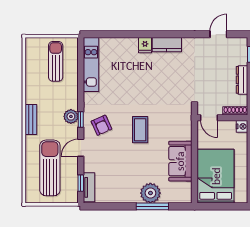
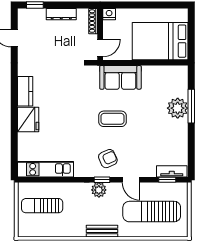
fridge: (145, 45) -> (28, 120), width x1.88, depth x1.34
sofa: (180, 161) -> (120, 77), moved

